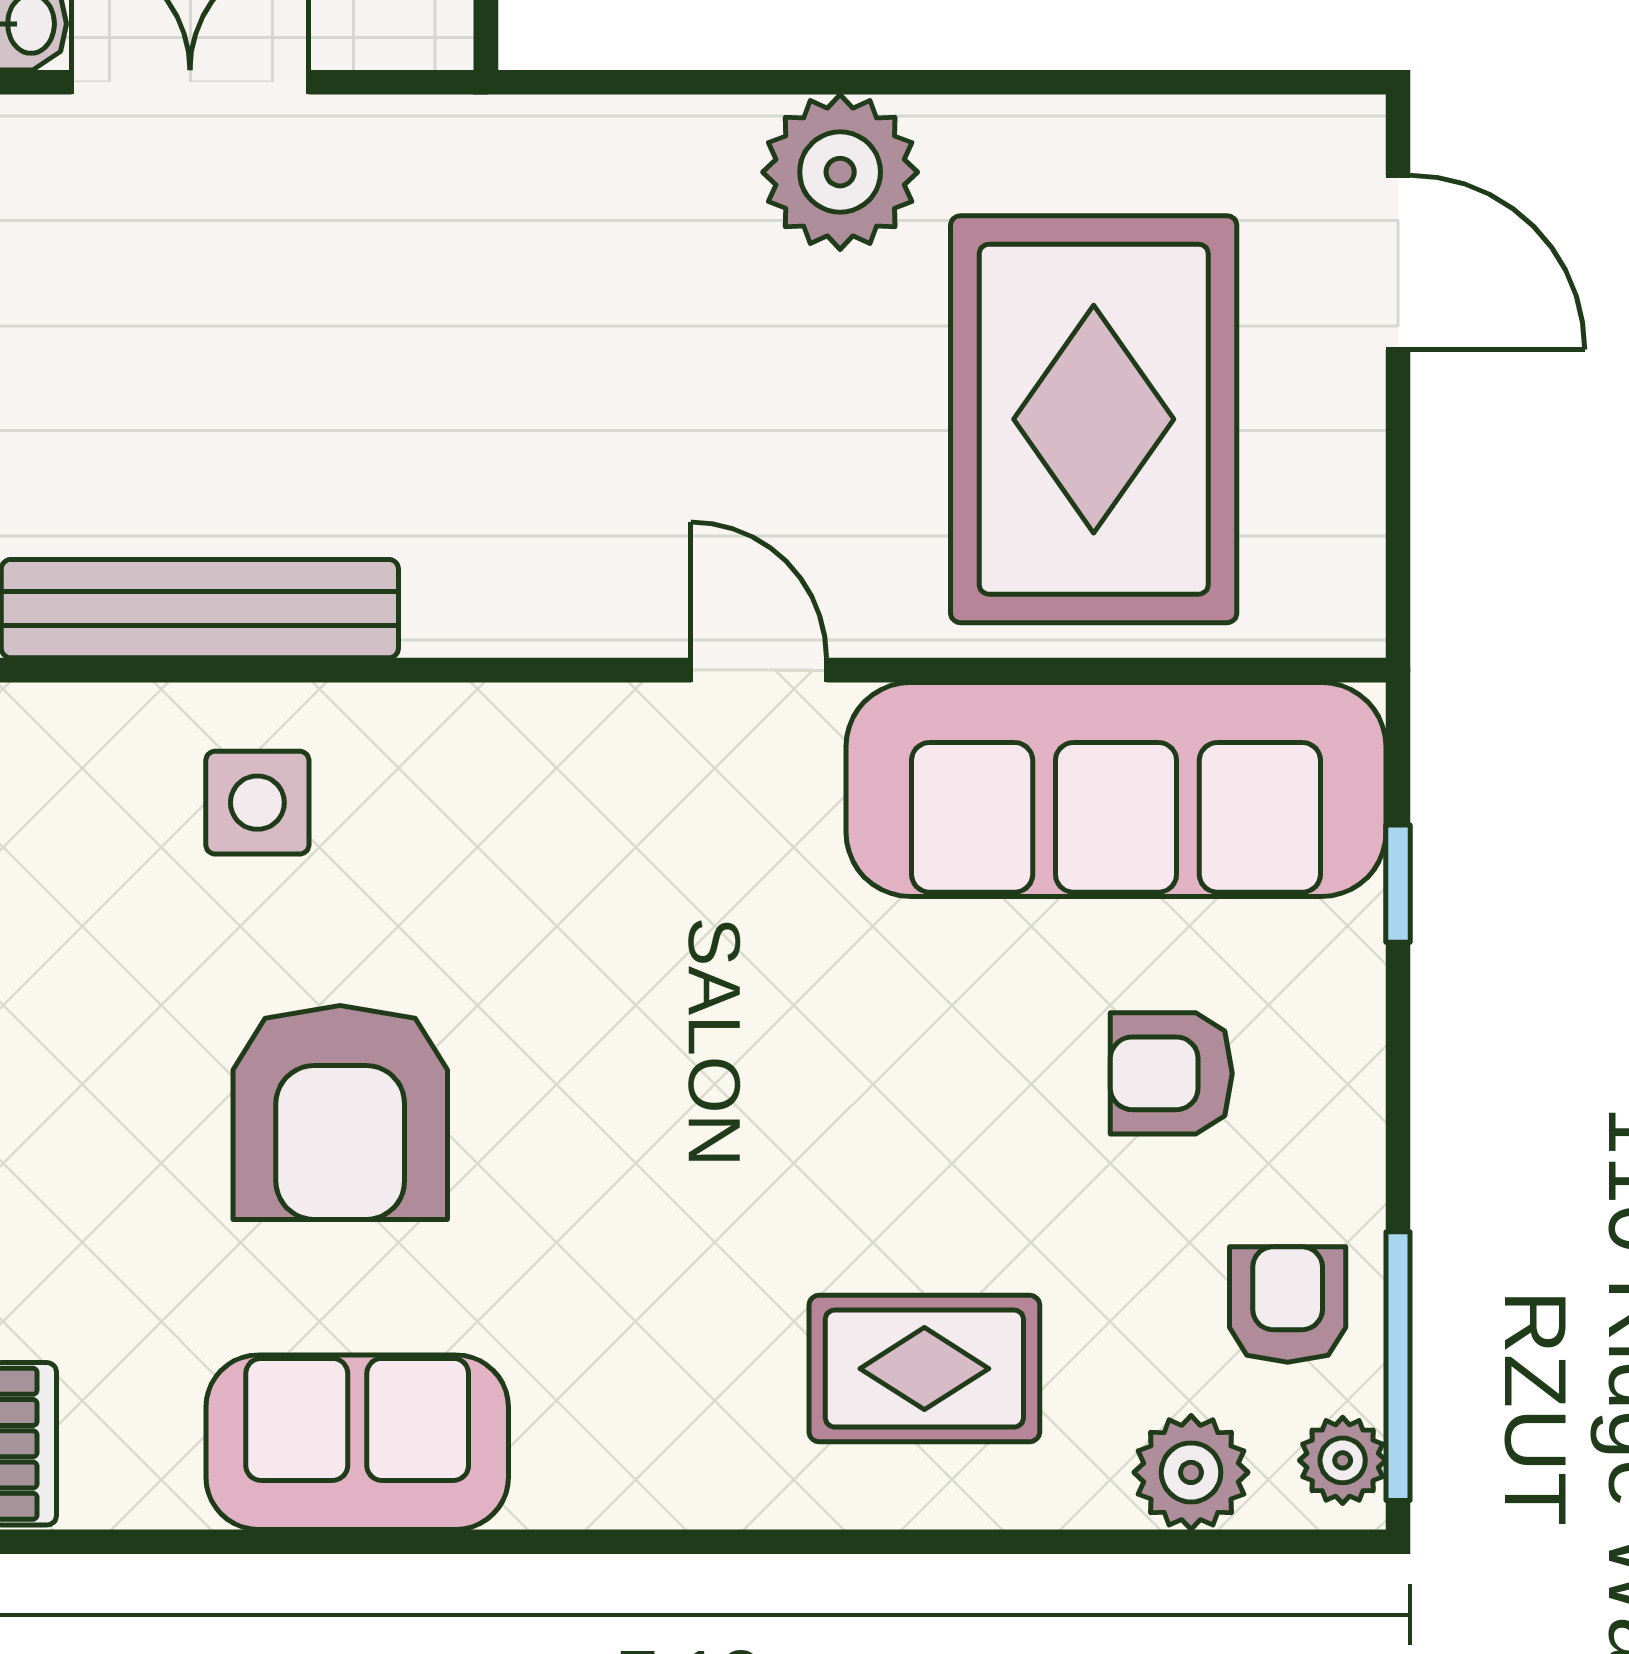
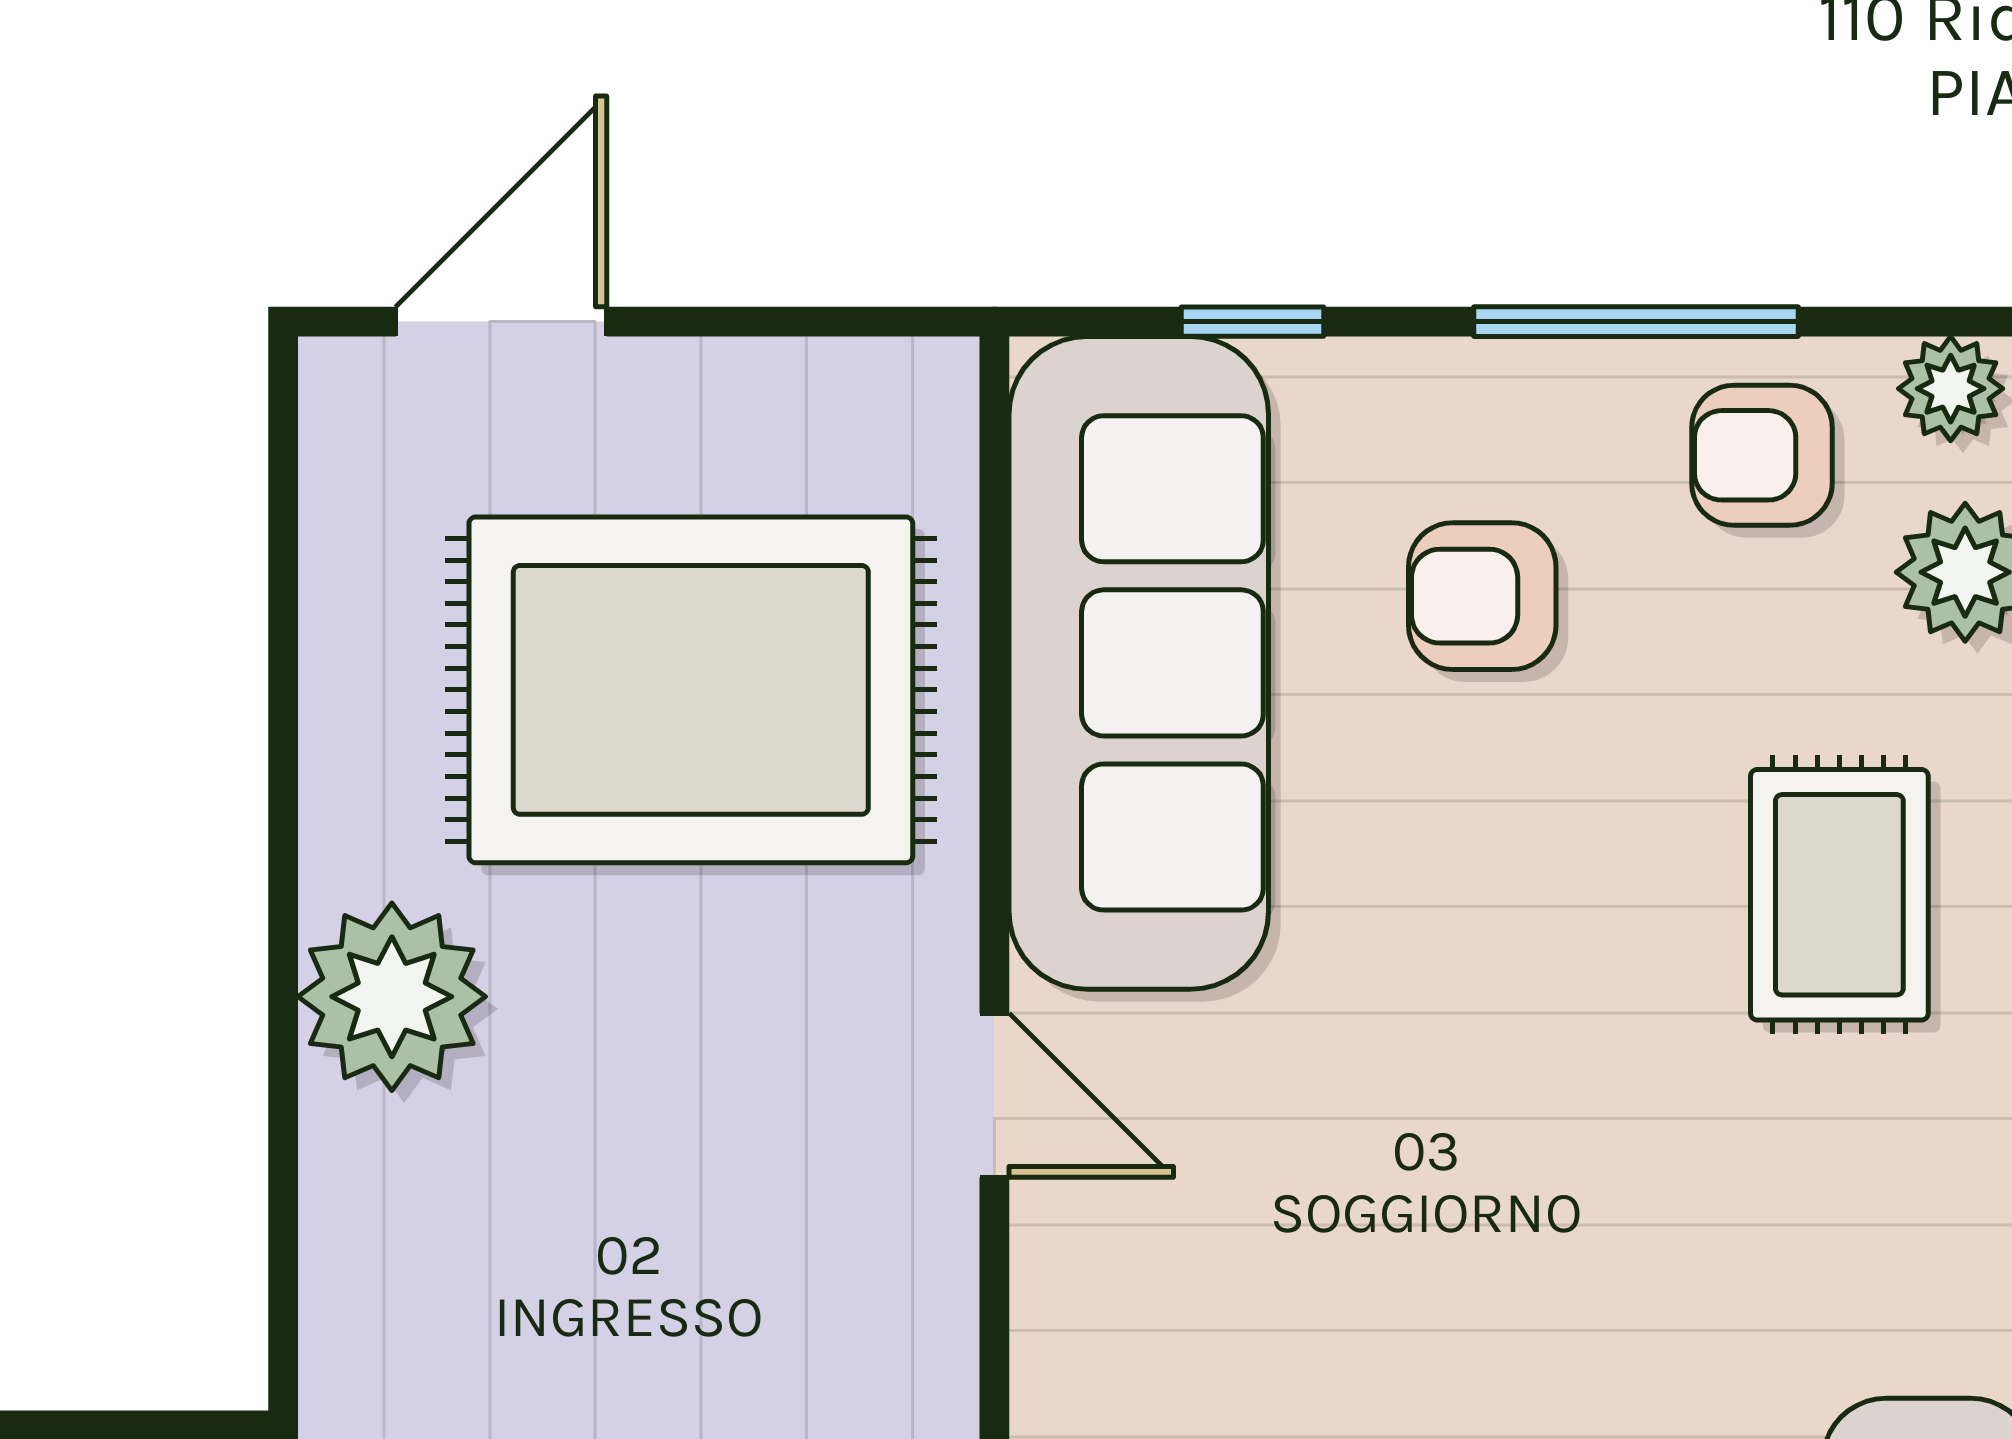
door: (759, 670) -> (994, 1095), swing flipped
armchair: (1171, 1073) -> (1482, 596), turned 90
window: (1398, 1366) -> (1636, 322), moved

